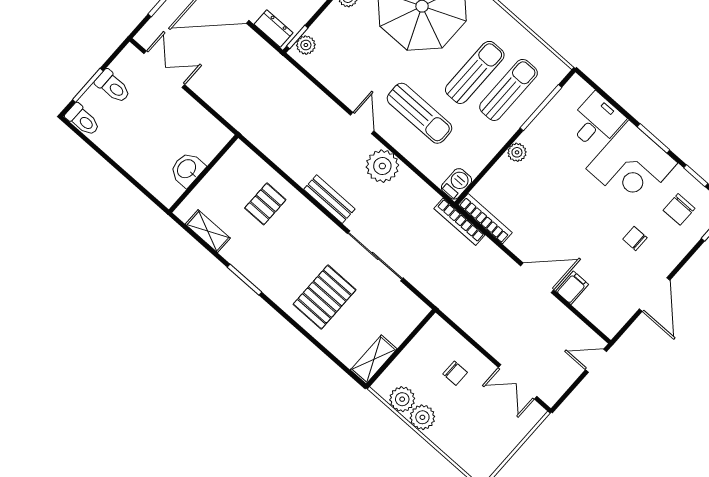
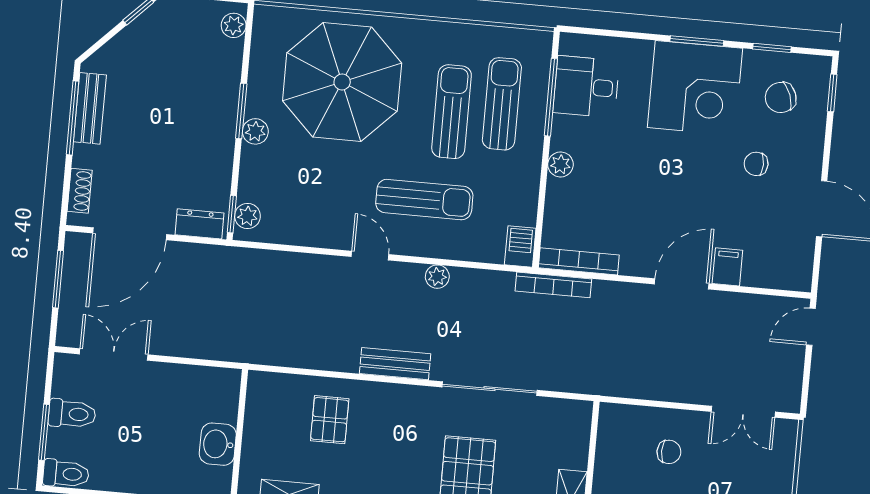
desk: (596, 121) -> (586, 87), moved, turned -90
plant: (382, 166) -> (437, 277), width x0.53, depth x0.53
chair: (679, 209) -> (781, 97), turned 70

